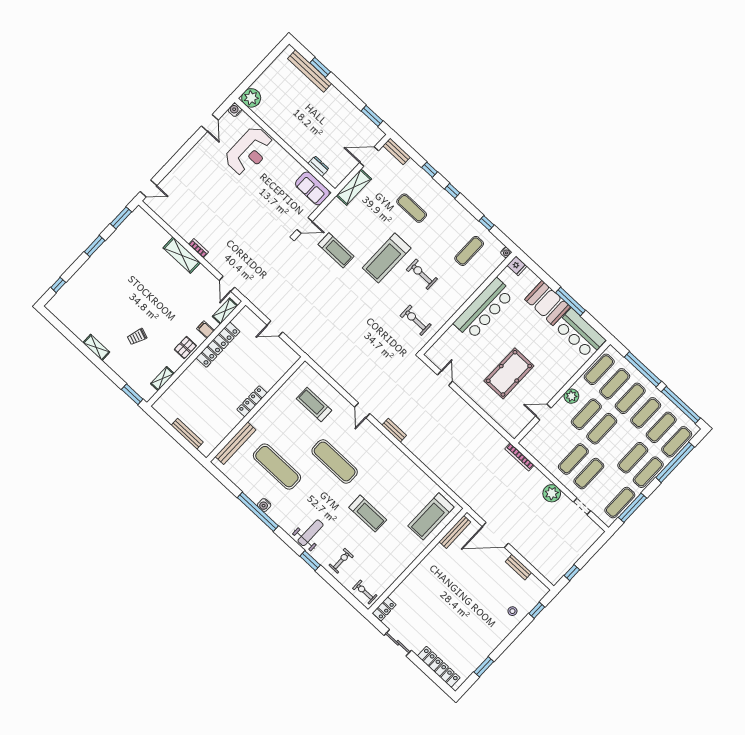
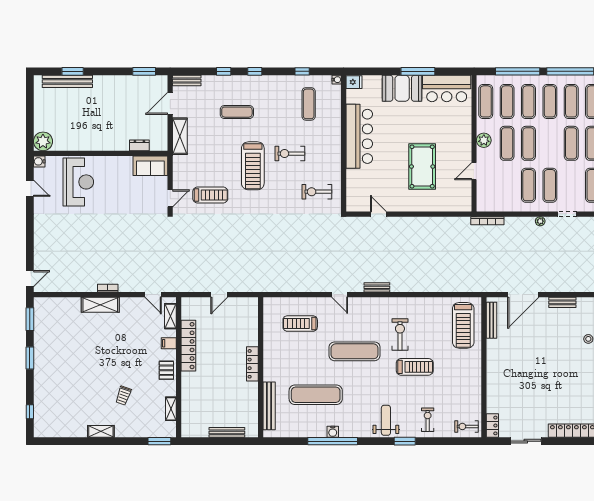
exercise bike: (379, 480) -> (400, 334), added
plant: (552, 493) -> (540, 221), width x0.53, depth x0.53

